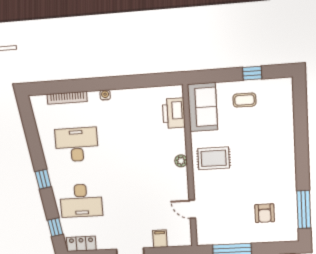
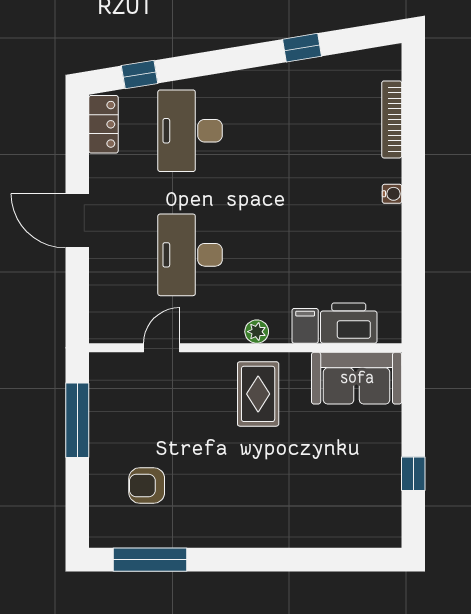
coffee table: (245, 100) -> (364, 457), removed
desk: (77, 145) -> (190, 255), moved, turned 180
window: (43, 179) -> (302, 48), moved
filing cabinet: (160, 239) -> (305, 326), moved, turned -90

